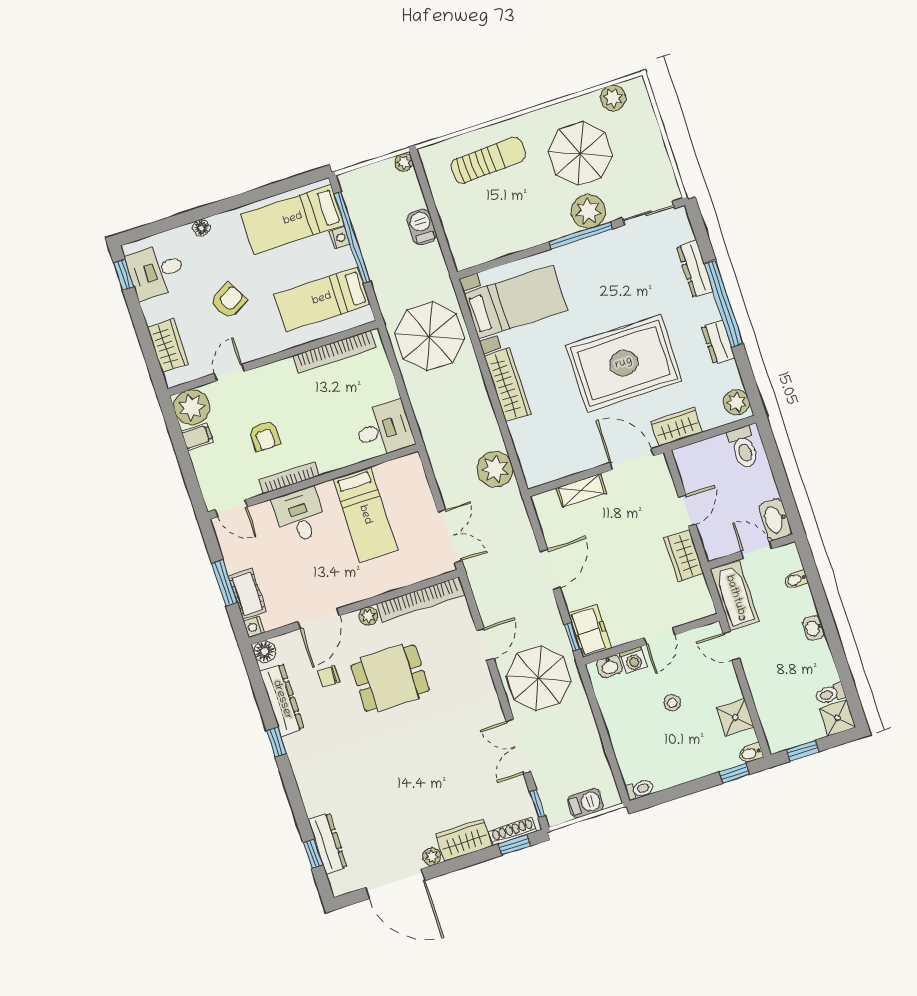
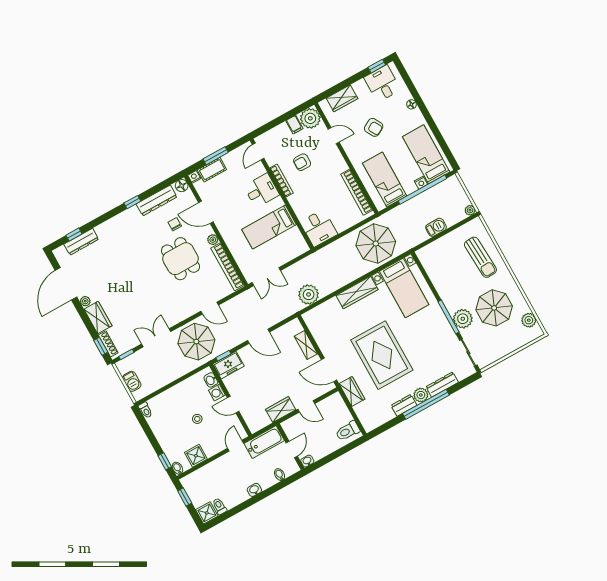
plant: (736, 402) -> (421, 395), moved
door: (632, 459) -> (329, 370), swing flipped
washbasin: (775, 519) -> (307, 461), width x0.52, depth x0.69

